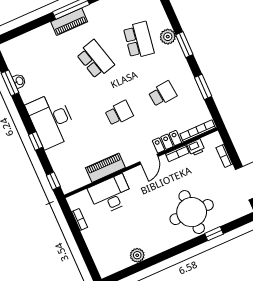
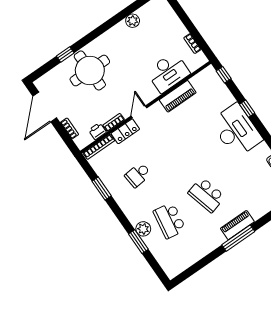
window: (184, 45) -> (138, 242), moved
school desk: (119, 113) -> (175, 149), removed

